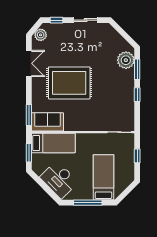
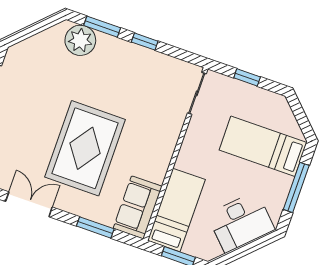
window: (29, 115) -> (95, 227), moved

